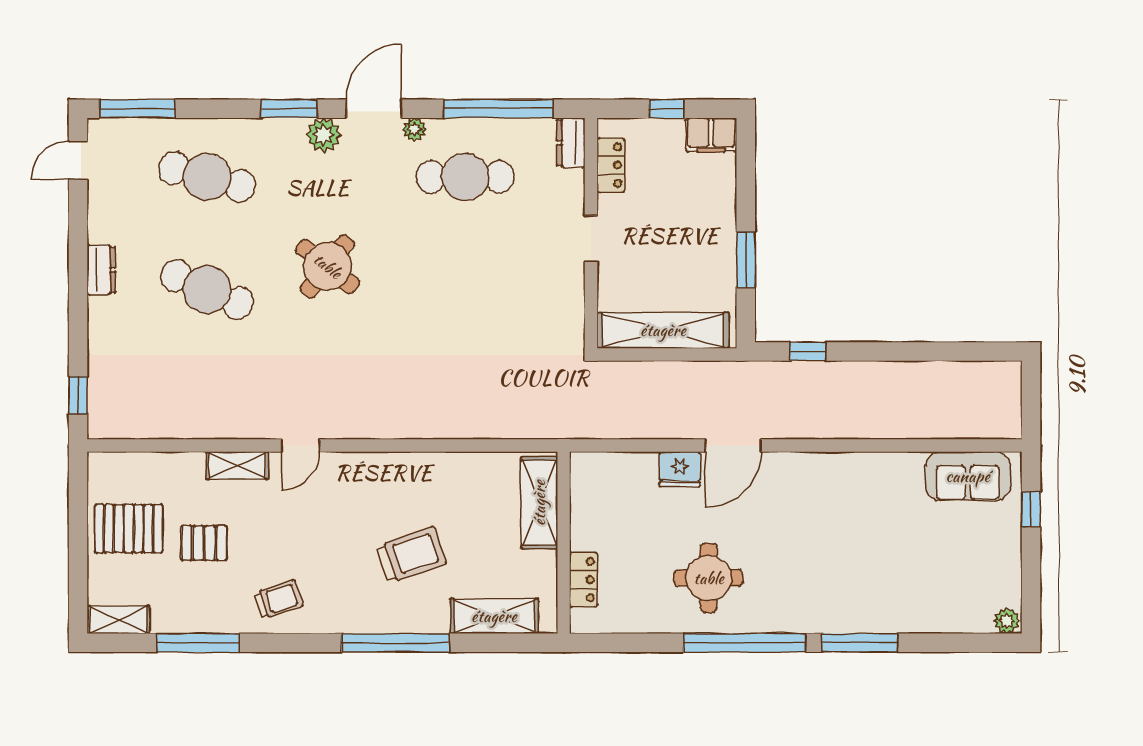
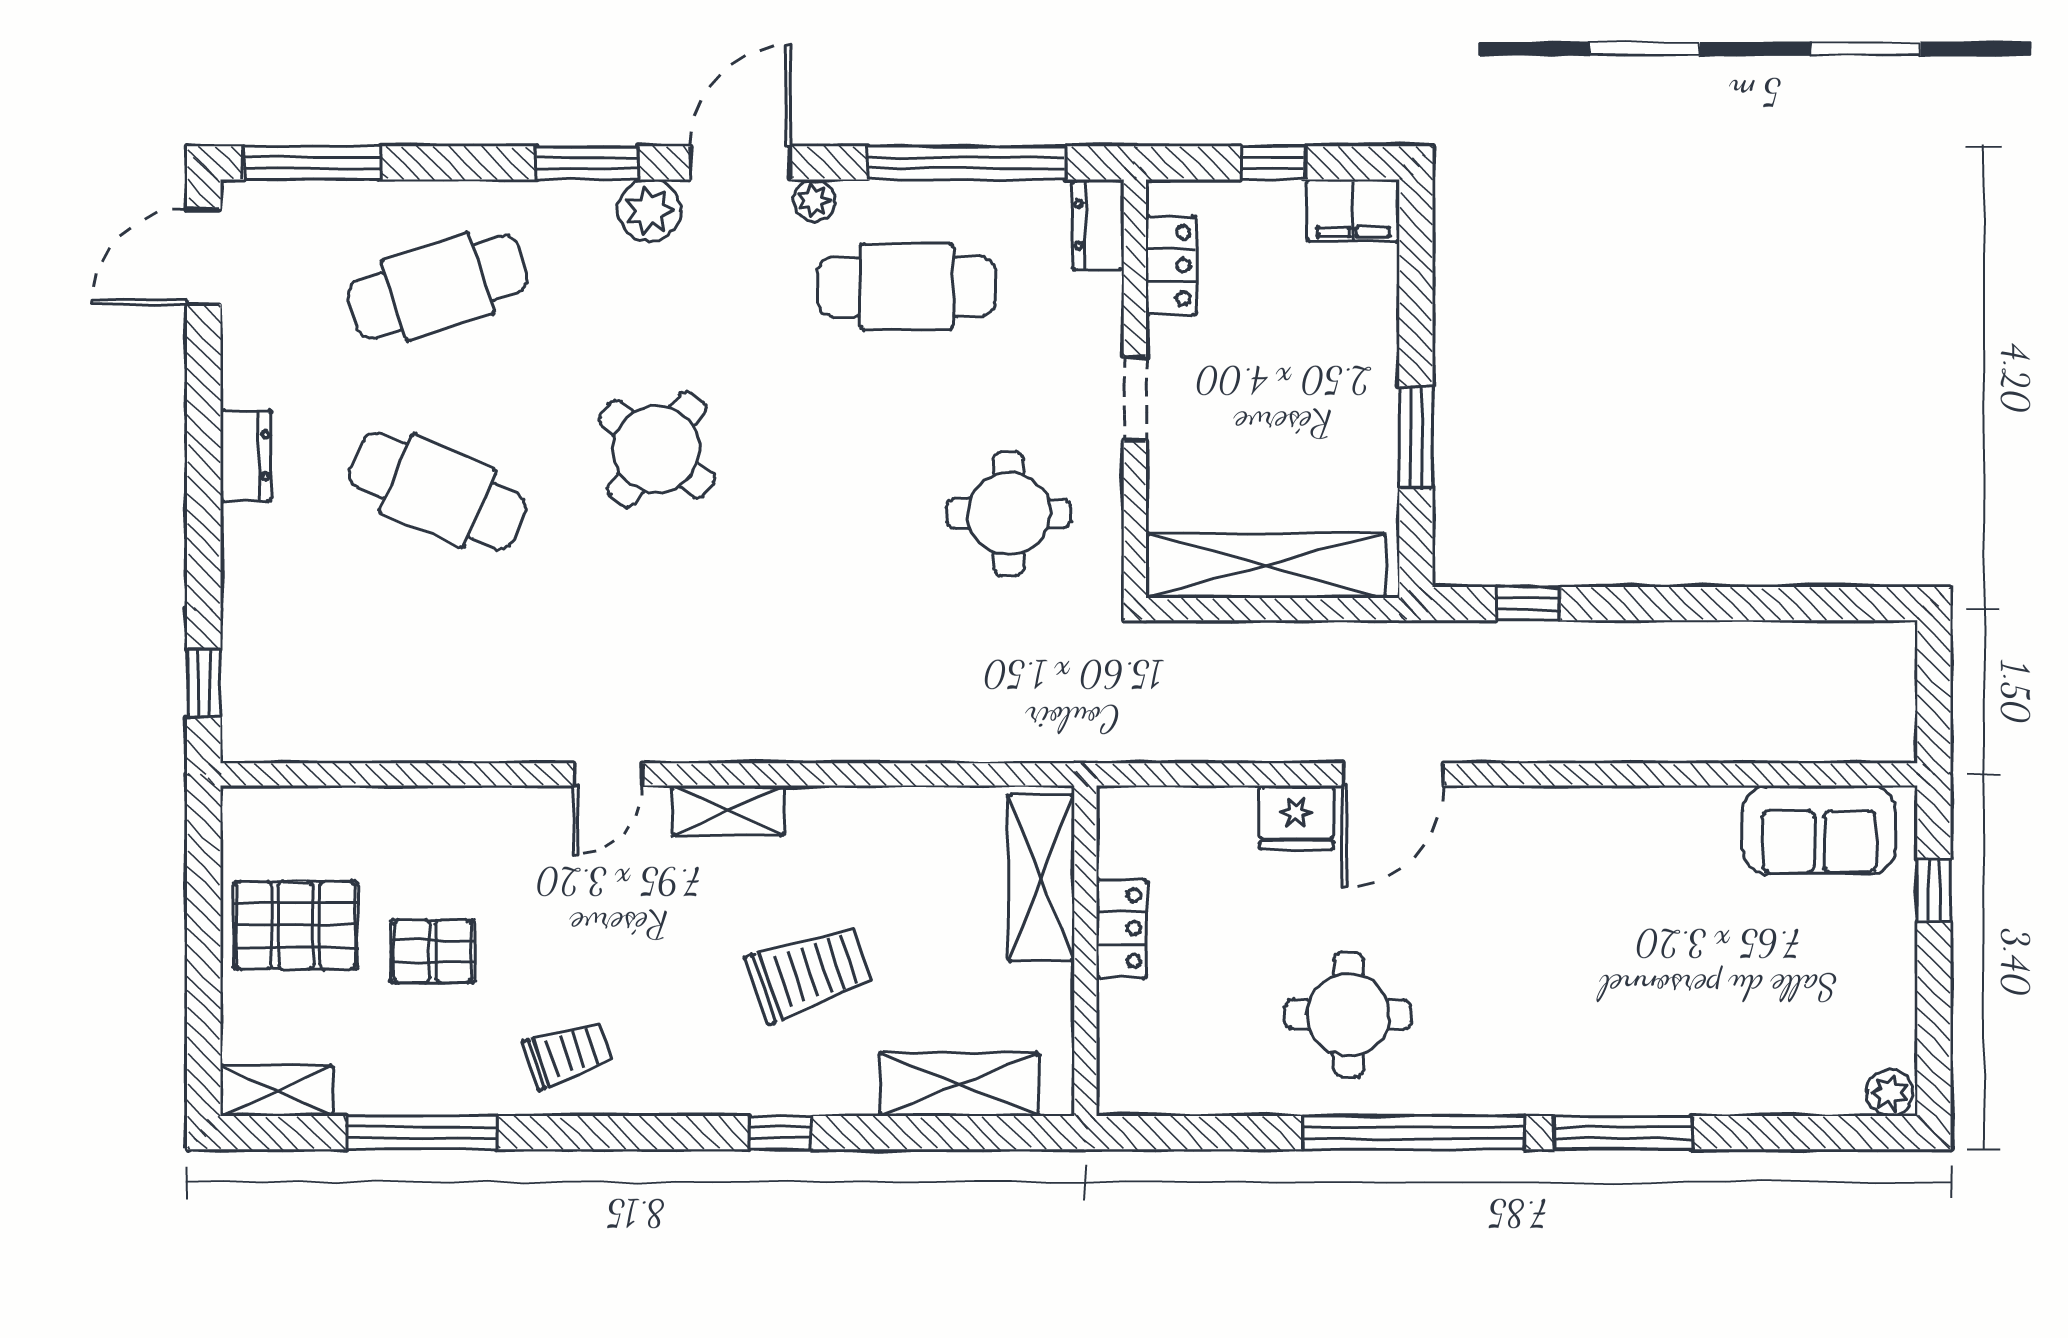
door: (78, 160) -> (204, 256), width x1.38
cafe table: (207, 177) -> (438, 287), turned -33
round table: (522, 302) -> (1009, 514), added
shelving: (237, 466) -> (728, 811), moved
locker: (583, 580) -> (1121, 928), moved
window: (395, 643) -> (780, 1133), width x0.32

